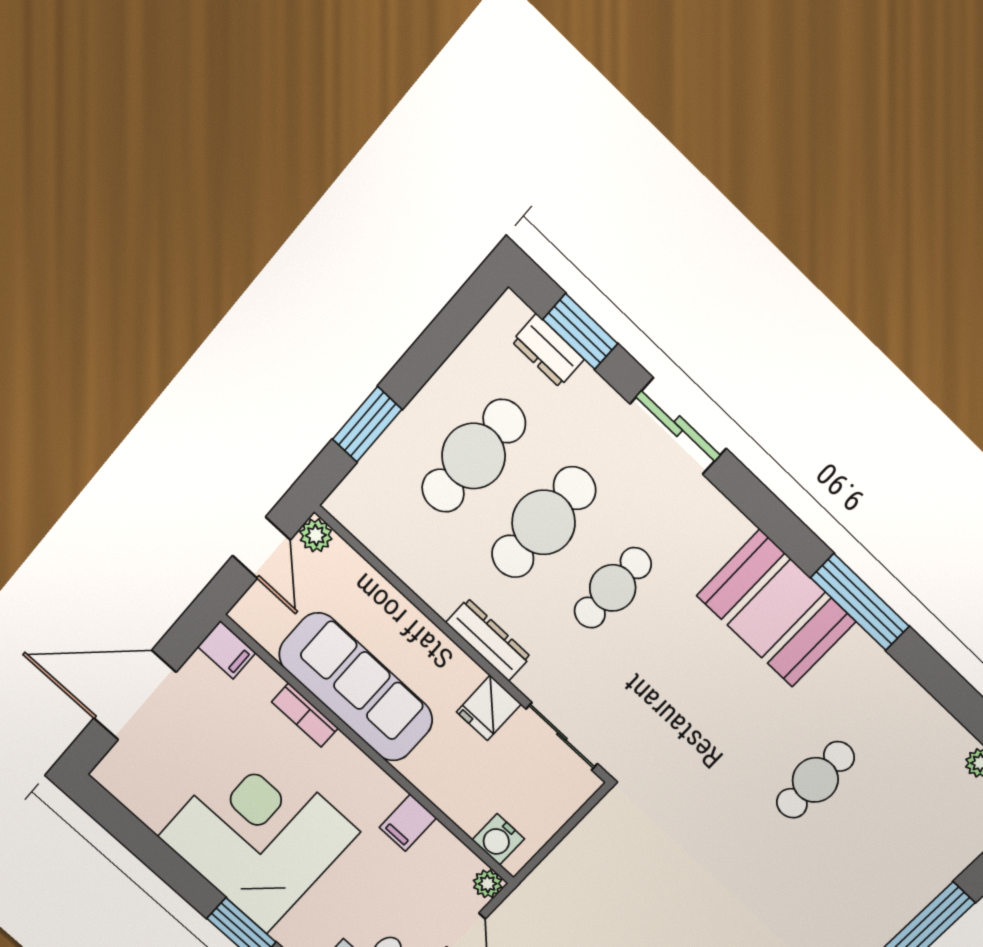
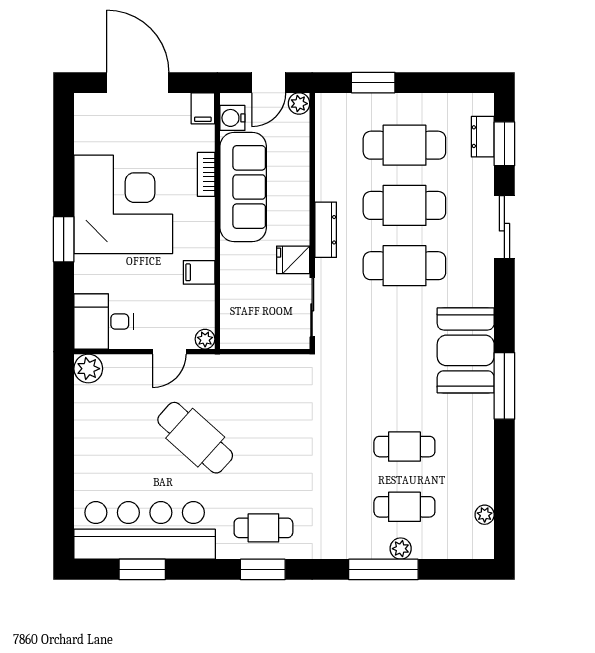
cafe table: (613, 588) -> (404, 266), width x1.37, depth x1.35
water cooler: (498, 839) -> (232, 118), moved
cafe table: (881, 842) -> (404, 507), added
plant: (922, 889) -> (401, 549), added

